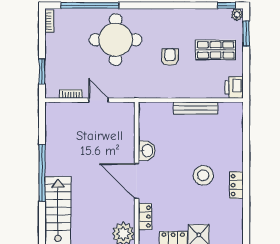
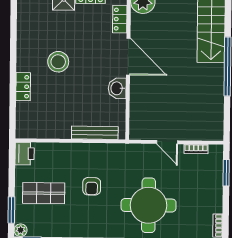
bench: (196, 108) -> (95, 133), moved
locker: (236, 185) -> (23, 87), moved

